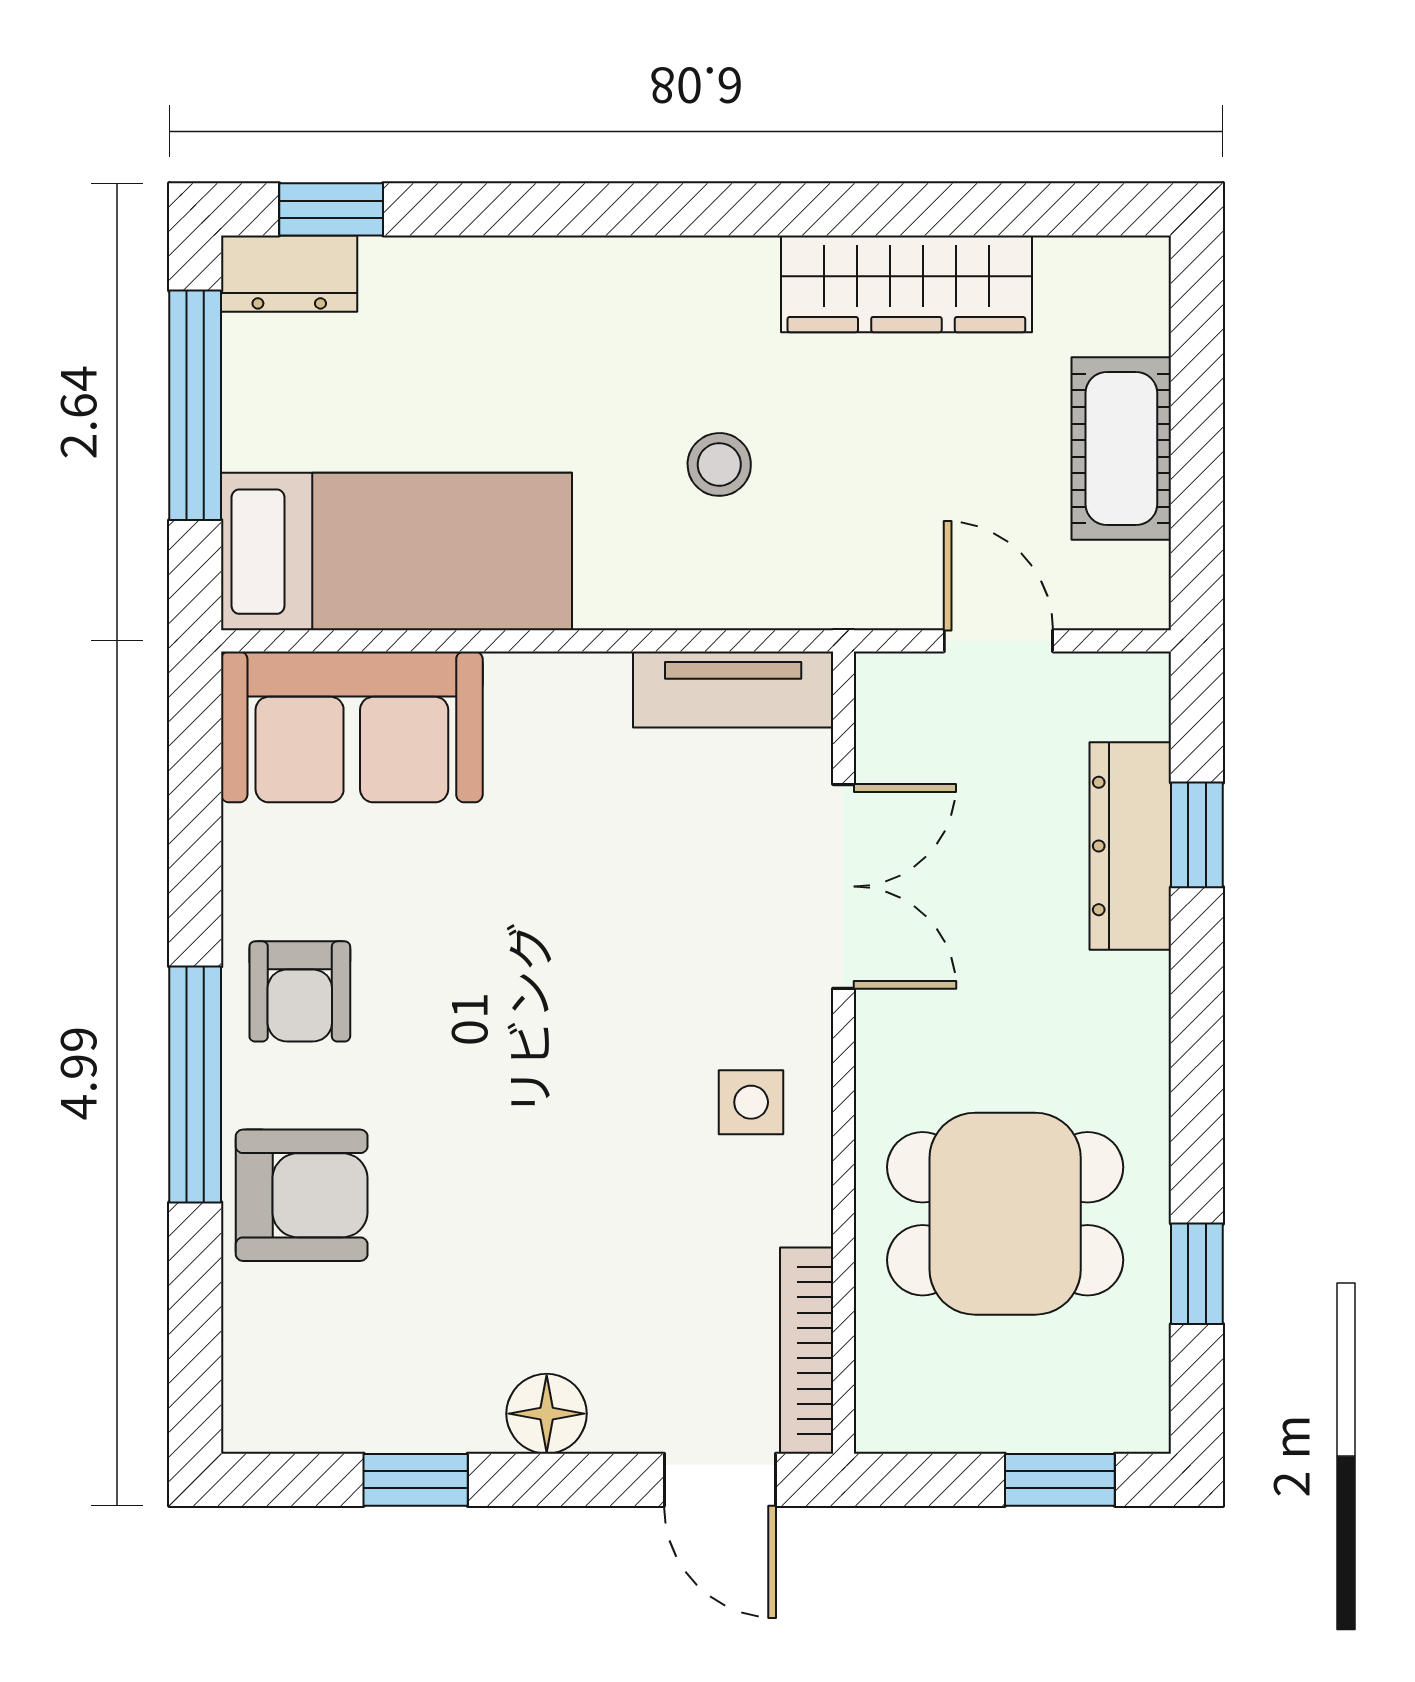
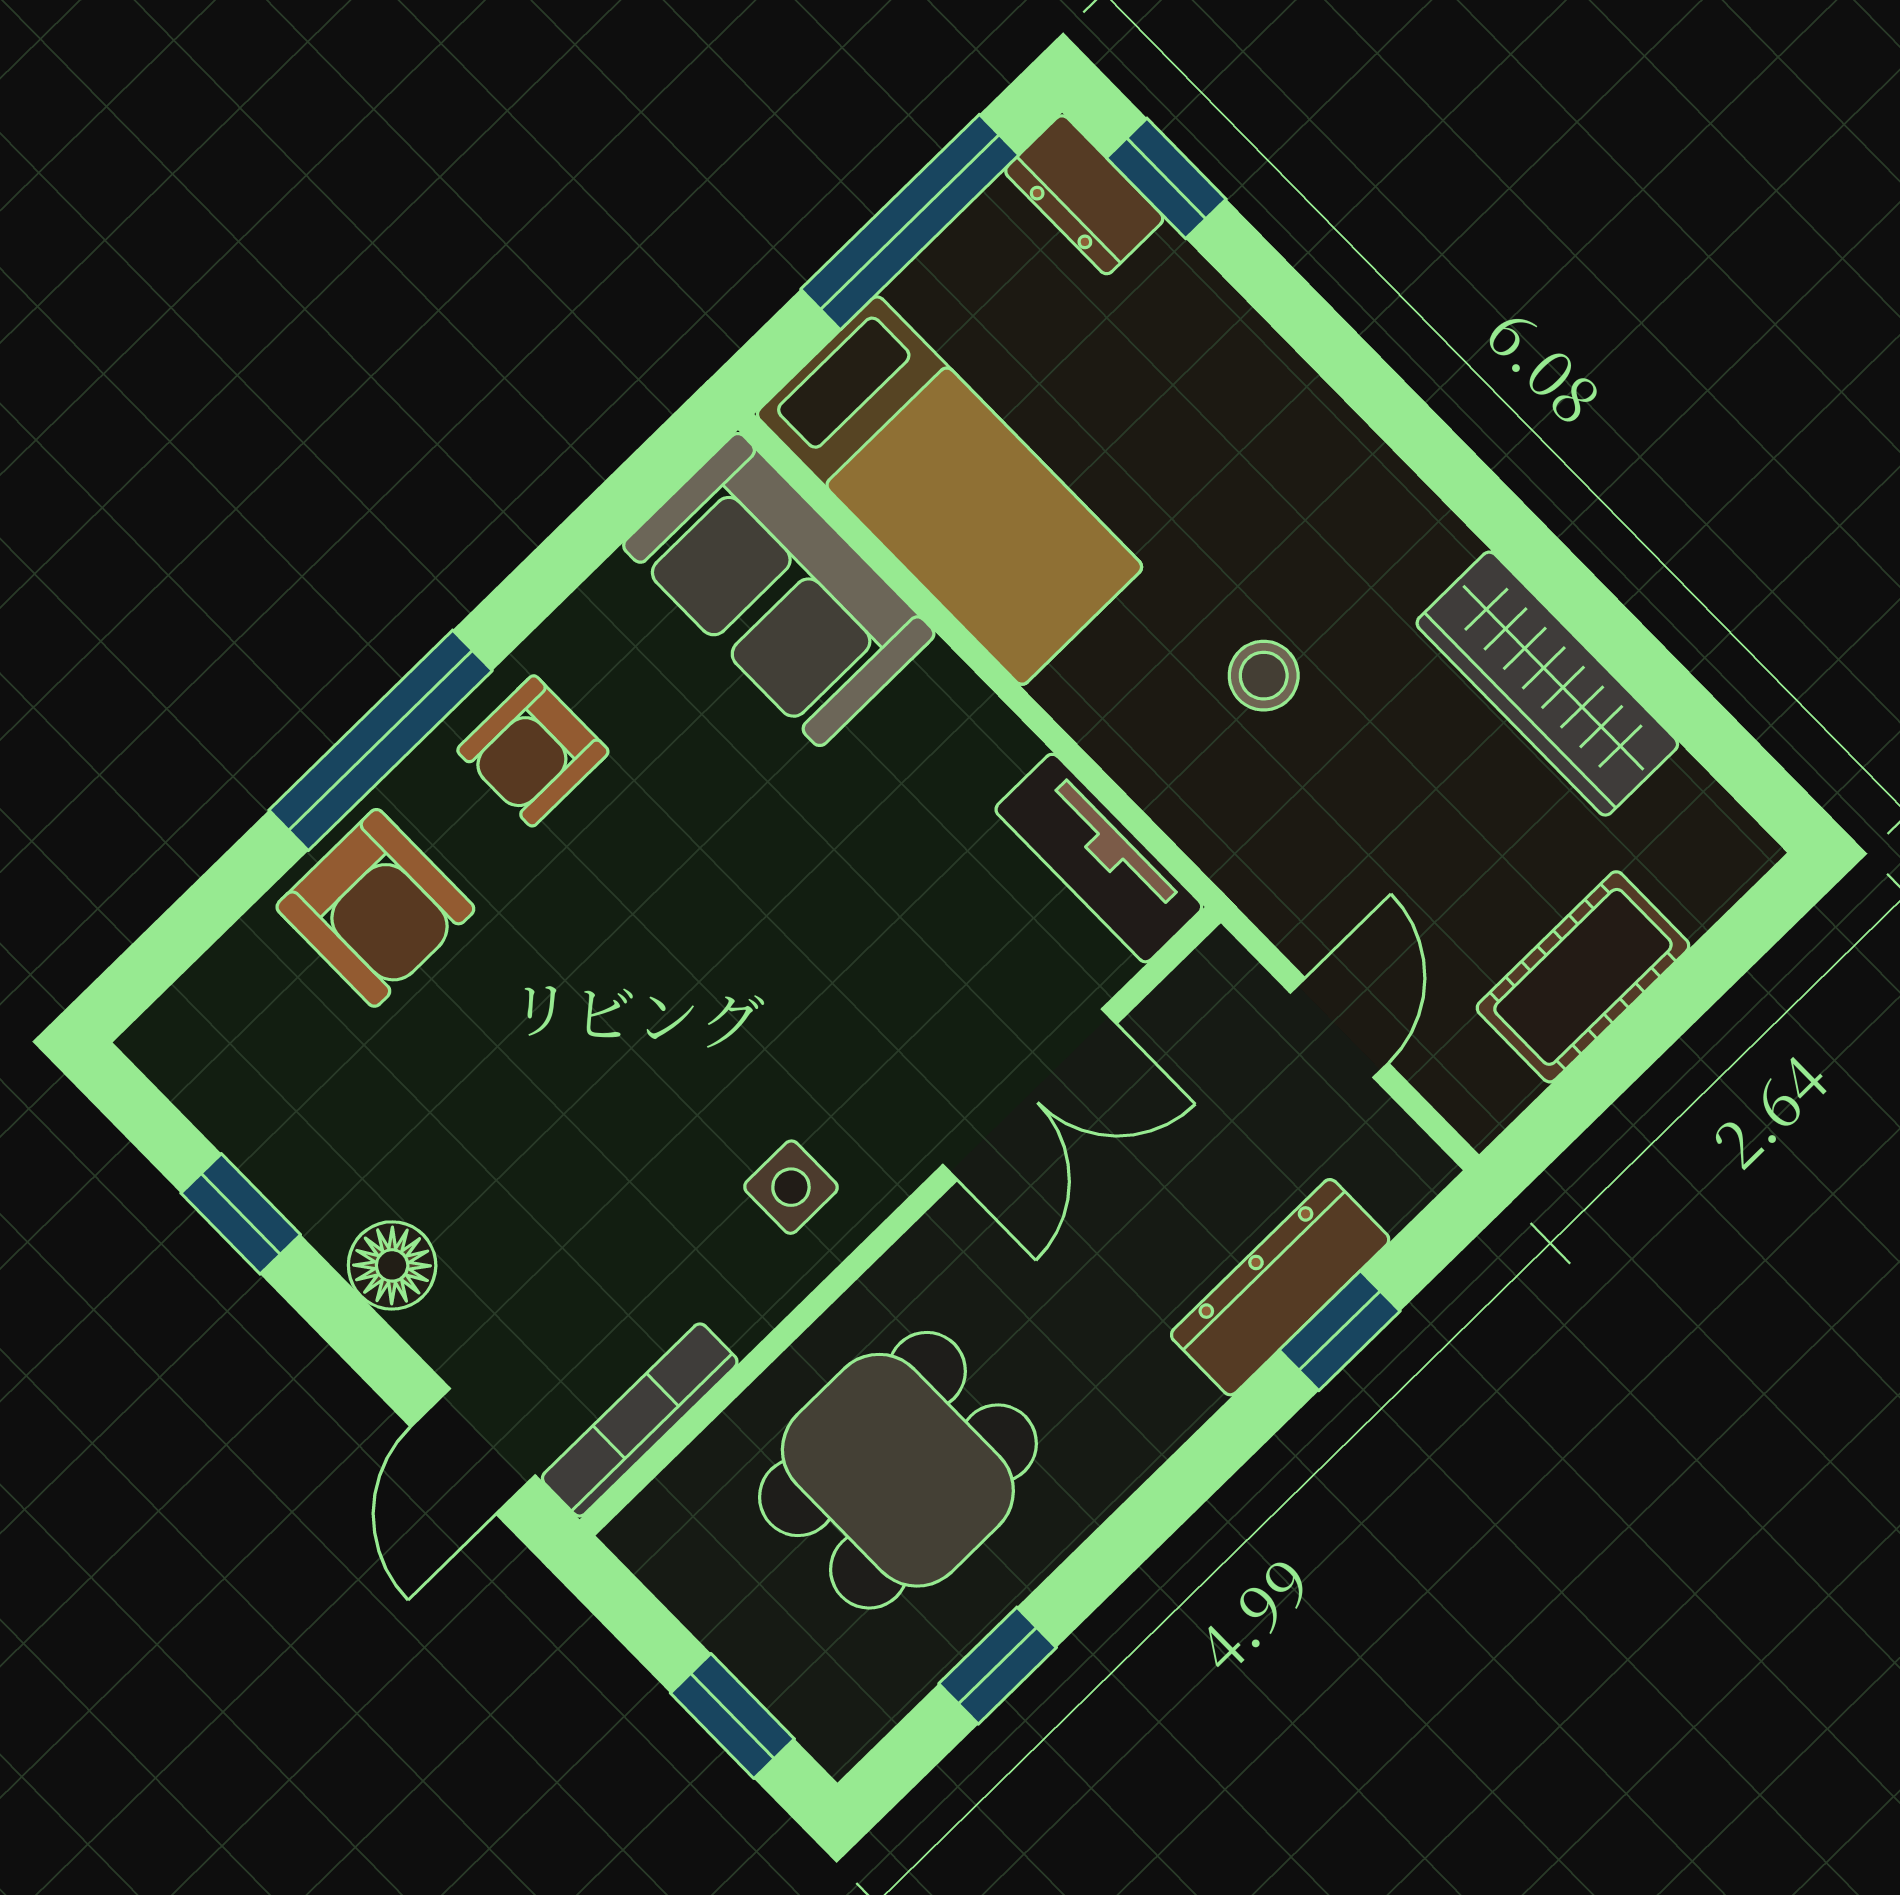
dining table: (1005, 1214) -> (898, 1470), turned 90

